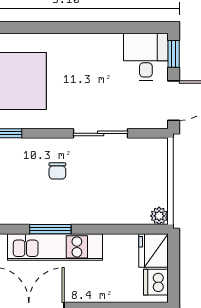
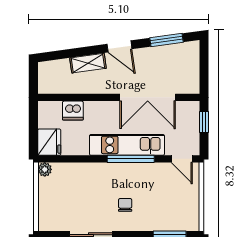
window: (50, 229) -> (131, 159), width x1.44
dishwasher: (156, 282) -> (73, 111), moved, turned 90

